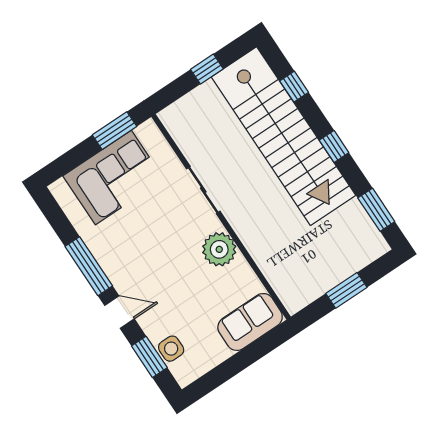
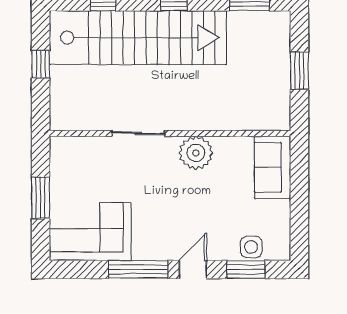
window: (114, 131) -> (41, 198), moved
corner sofa: (113, 178) -> (90, 231), moved, turned -90

